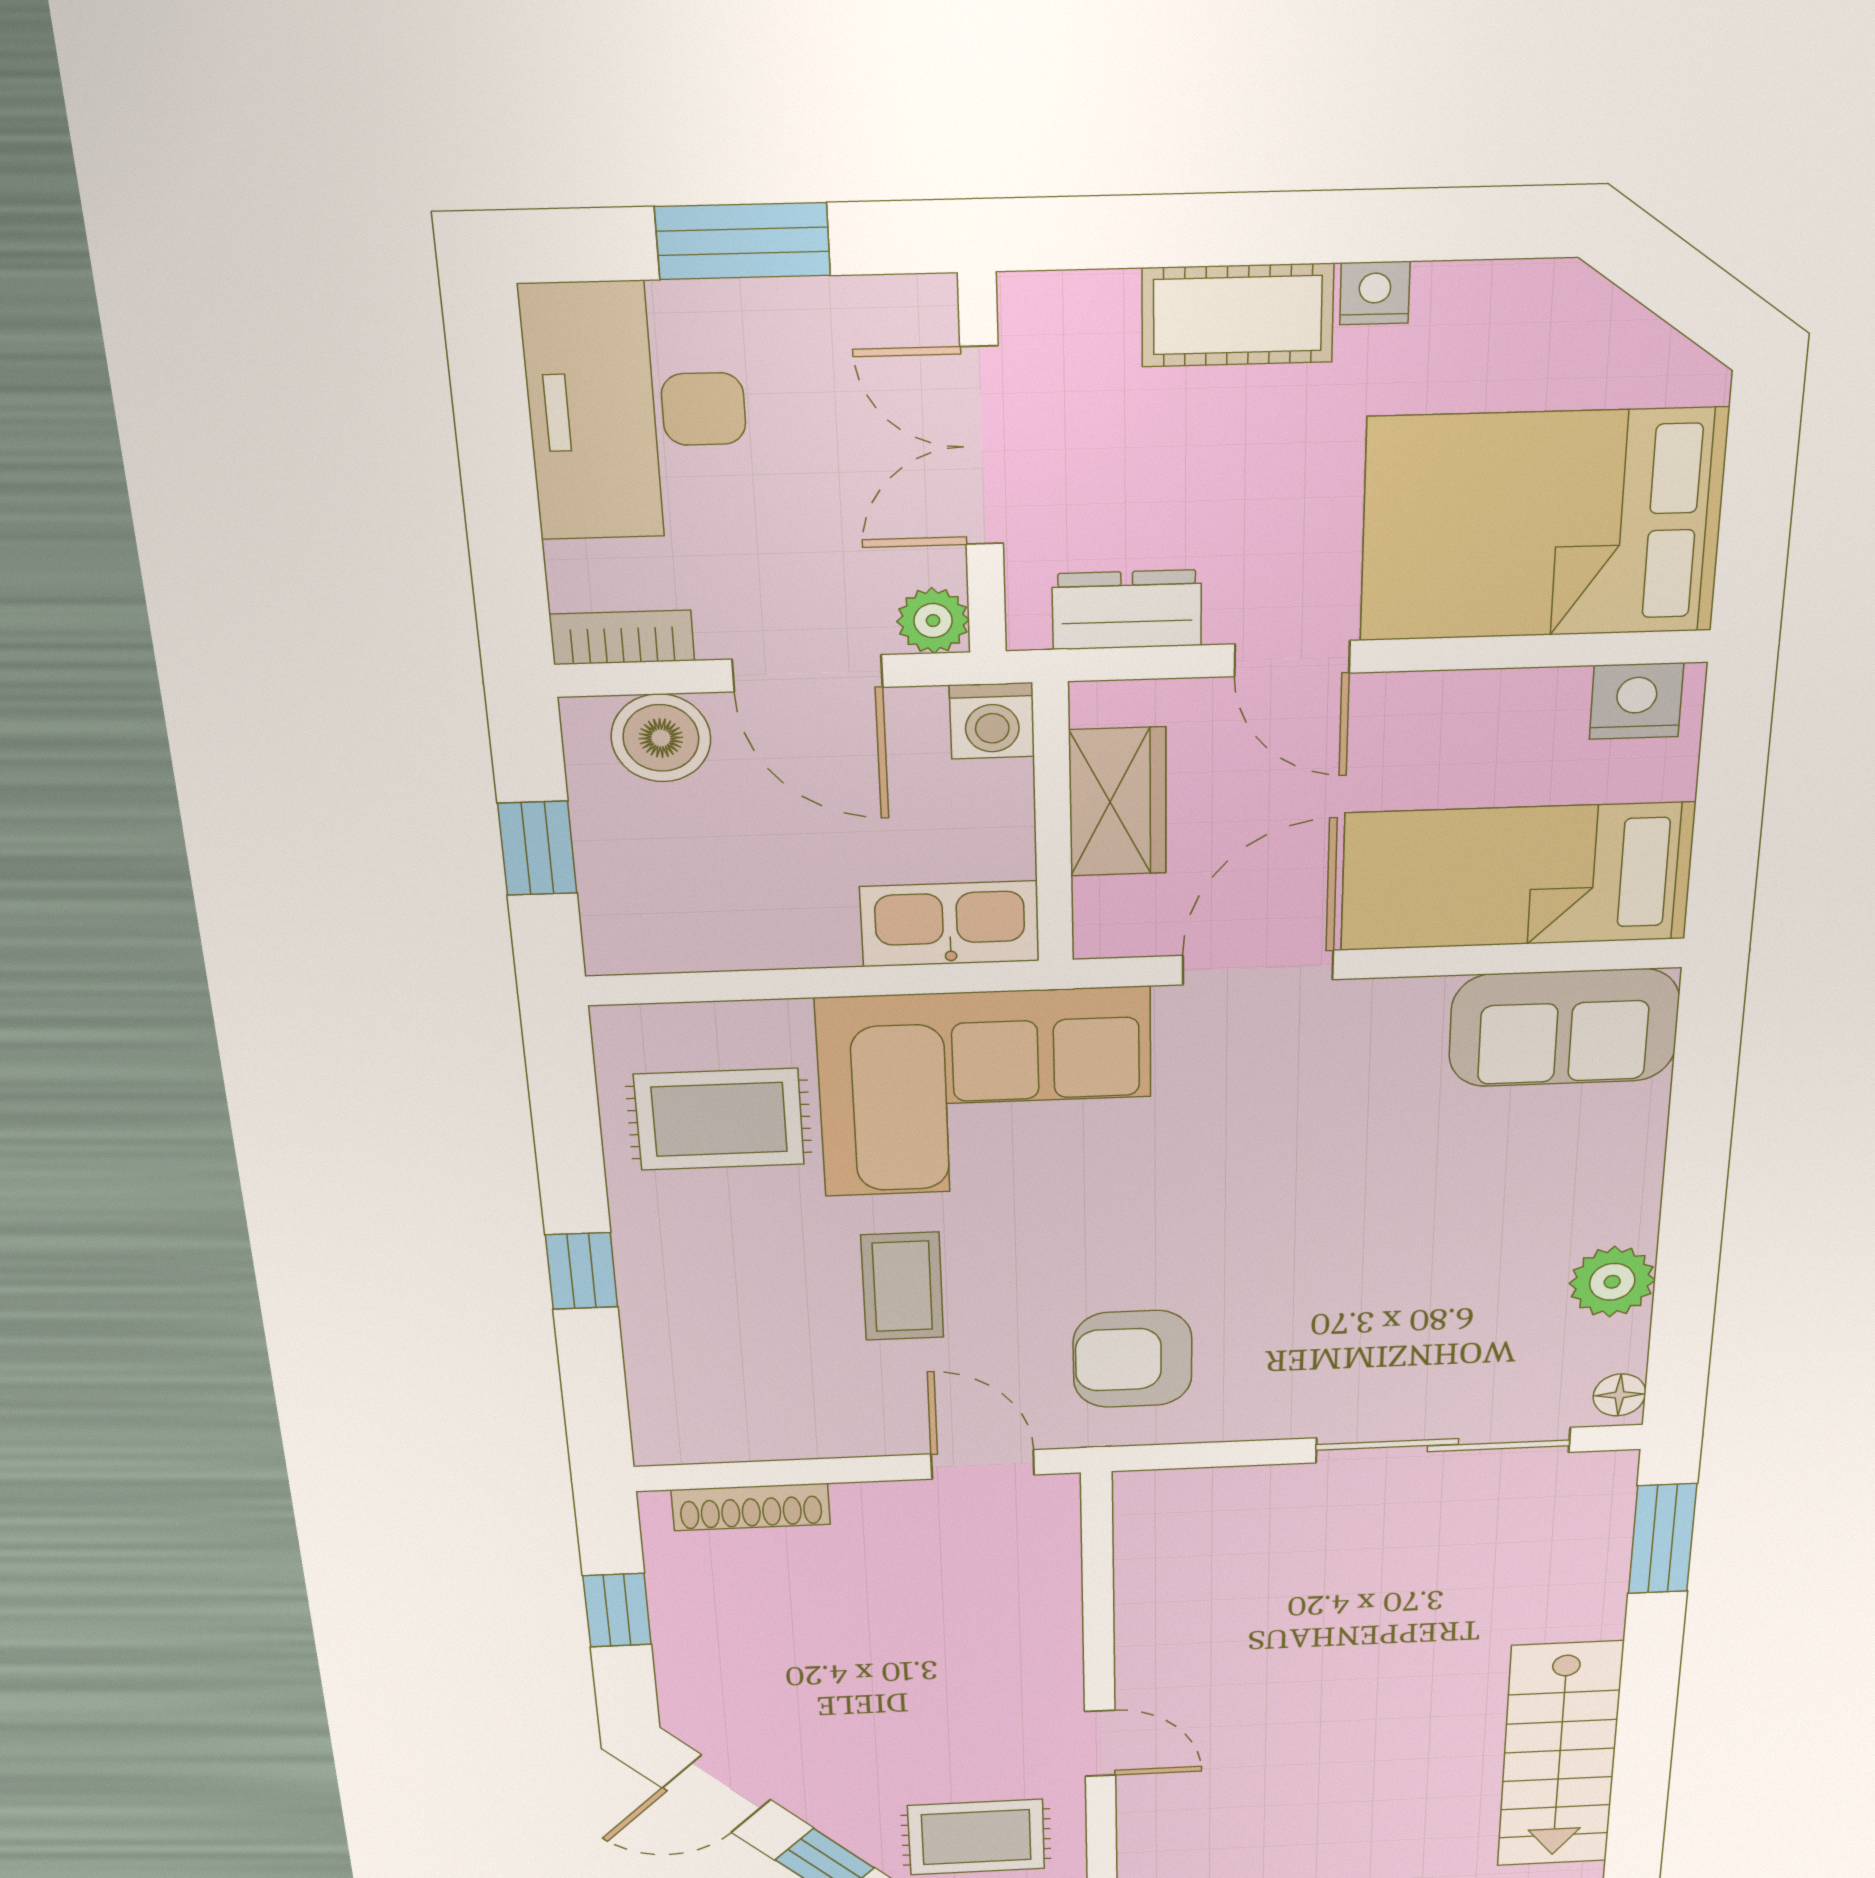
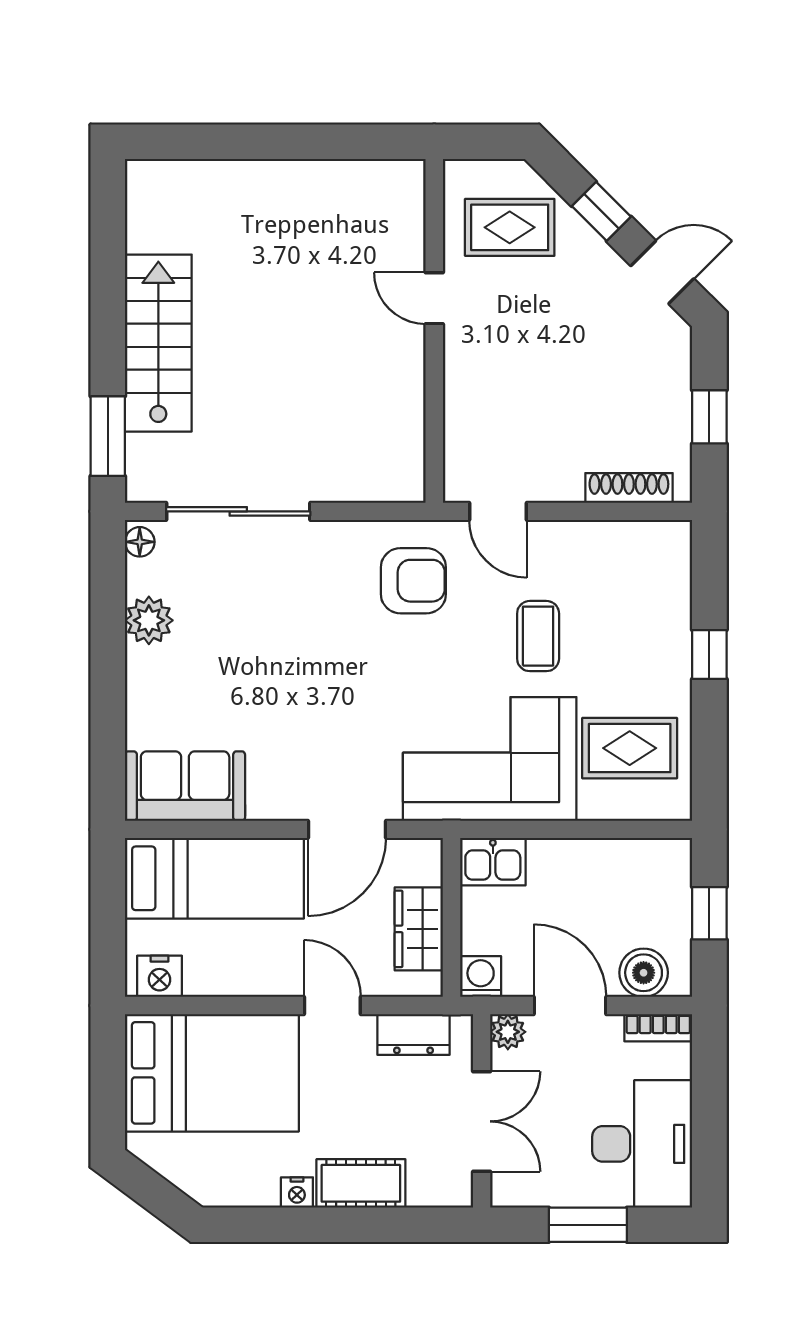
kitchen sink: (950, 924) -> (493, 862), width x0.73
stairs: (1560, 1755) -> (158, 343), moved

